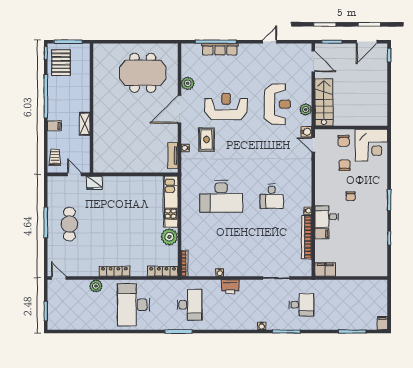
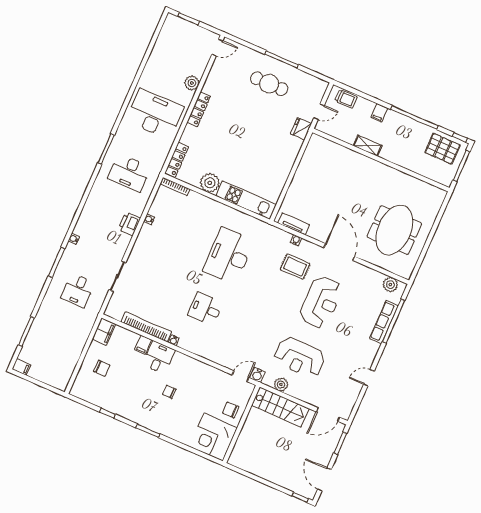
door: (270, 42) -> (369, 378), swing flipped
plant: (188, 83) -> (390, 285), moved
chair: (345, 165) -> (102, 368), moved

